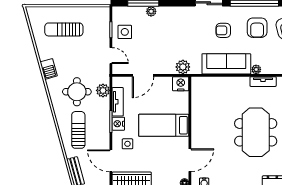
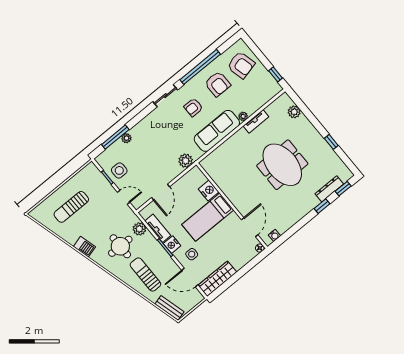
nightstand: (181, 84) -> (209, 191), moved, turned 90

